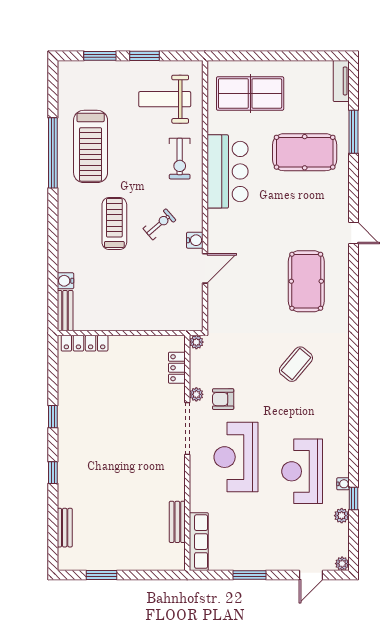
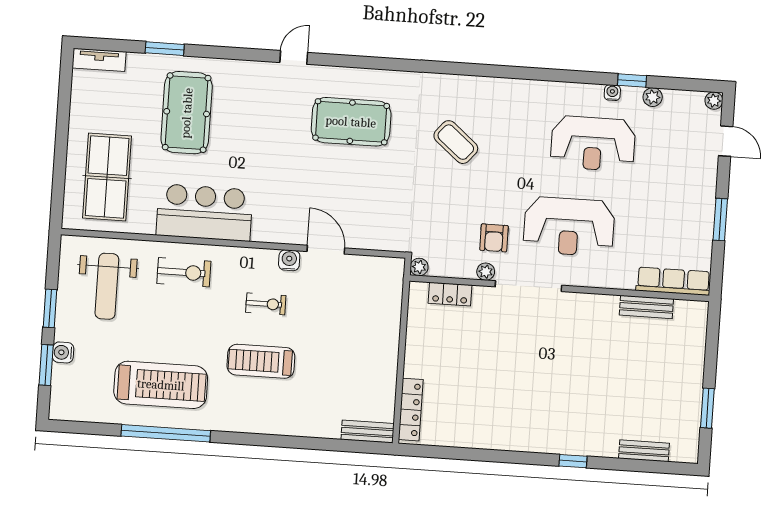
window: (353, 132) -> (165, 49), width x0.69
exercise bike: (159, 224) -> (266, 304), turned 131
water cooler: (65, 281) -> (63, 352), moved, turned 90
window: (53, 417) -> (502, 456), removed

